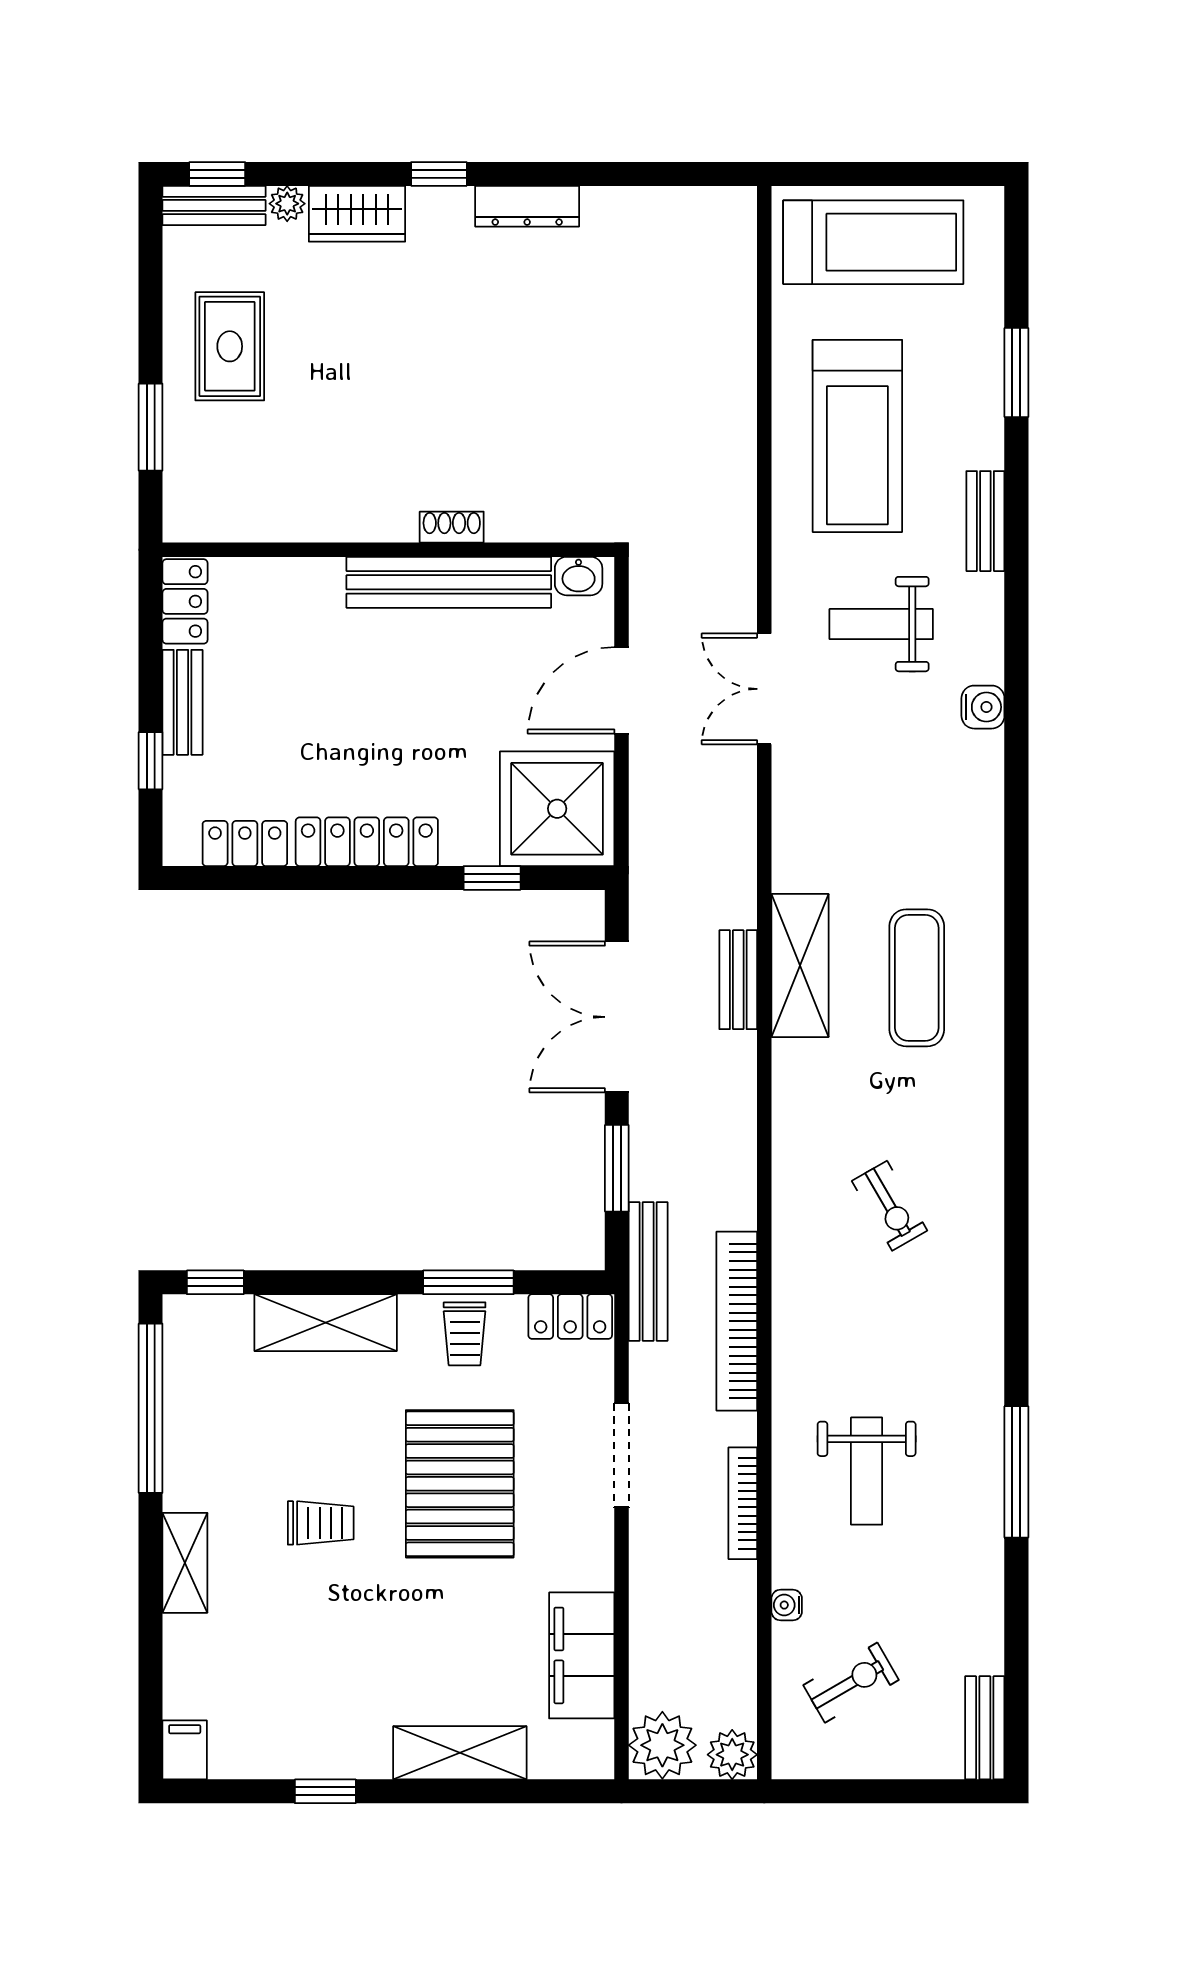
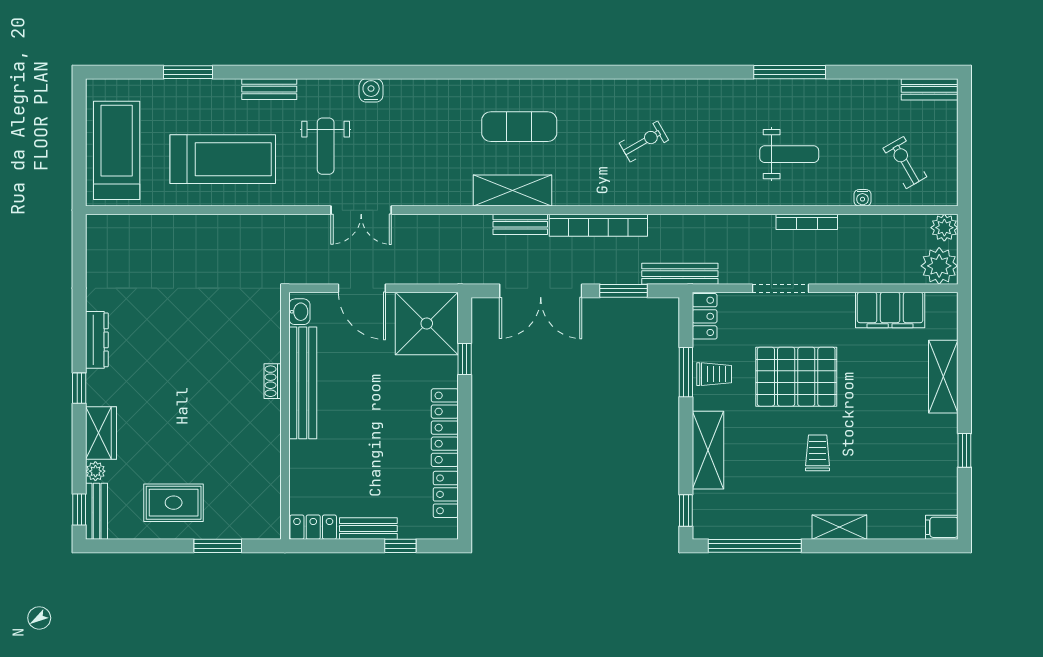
bookcase: (737, 1321) -> (598, 225), moved

